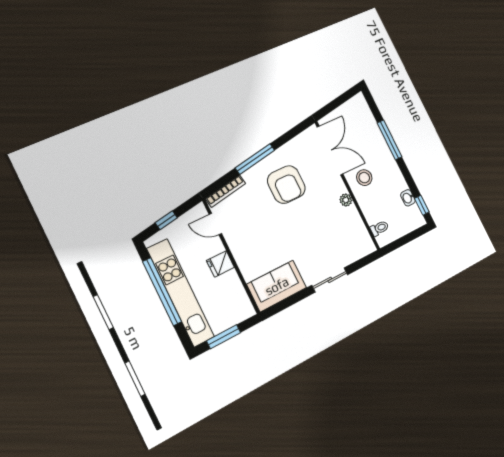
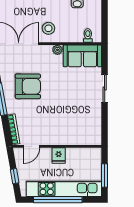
sofa: (277, 286) -> (82, 56), moved, turned -90

